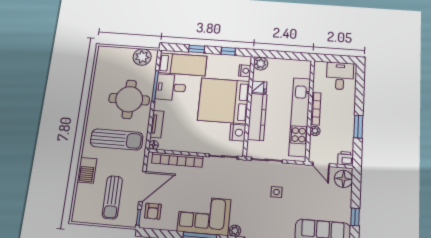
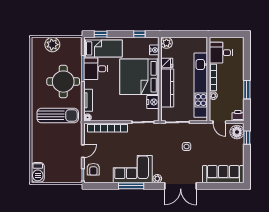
window: (197, 49) -> (101, 34), moved
plant: (142, 57) -> (52, 45), moved
desk: (340, 76) -> (221, 53), moved, turned -90
barbecue: (87, 170) -> (38, 172), moved
door: (142, 187) -> (83, 151), width x0.53
sun lounger: (112, 197) -> (61, 161), removed
window: (355, 217) -> (247, 138), moved

